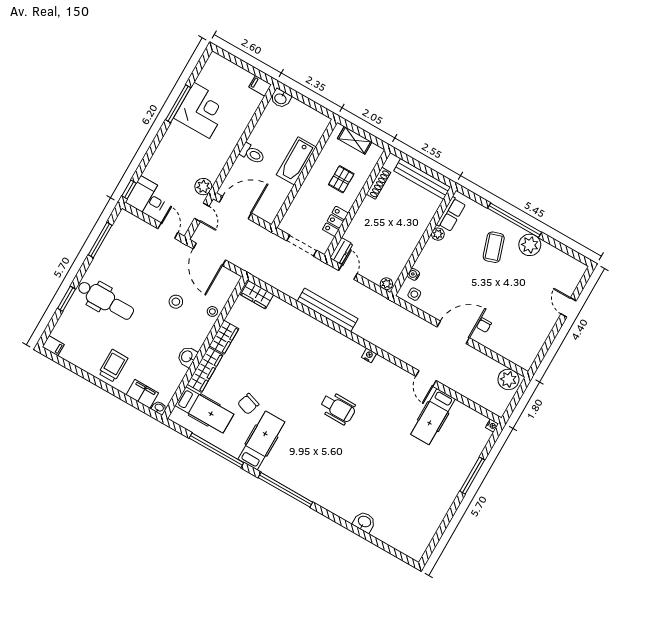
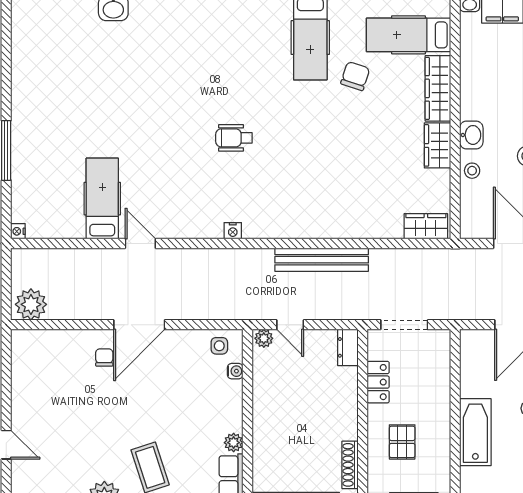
door: (348, 272) -> (290, 325), moved
washbasin: (187, 357) -> (471, 135), moved
wheelchair: (338, 408) -> (234, 138), width x0.73, depth x0.73

